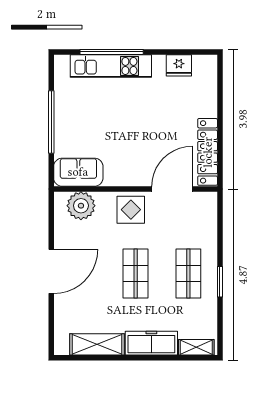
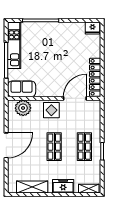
fridge: (179, 65) -> (93, 28), moved
kitchen unit: (111, 66) -> (14, 45), moved, turned -90
freezer: (151, 343) -> (63, 186), width x0.71

